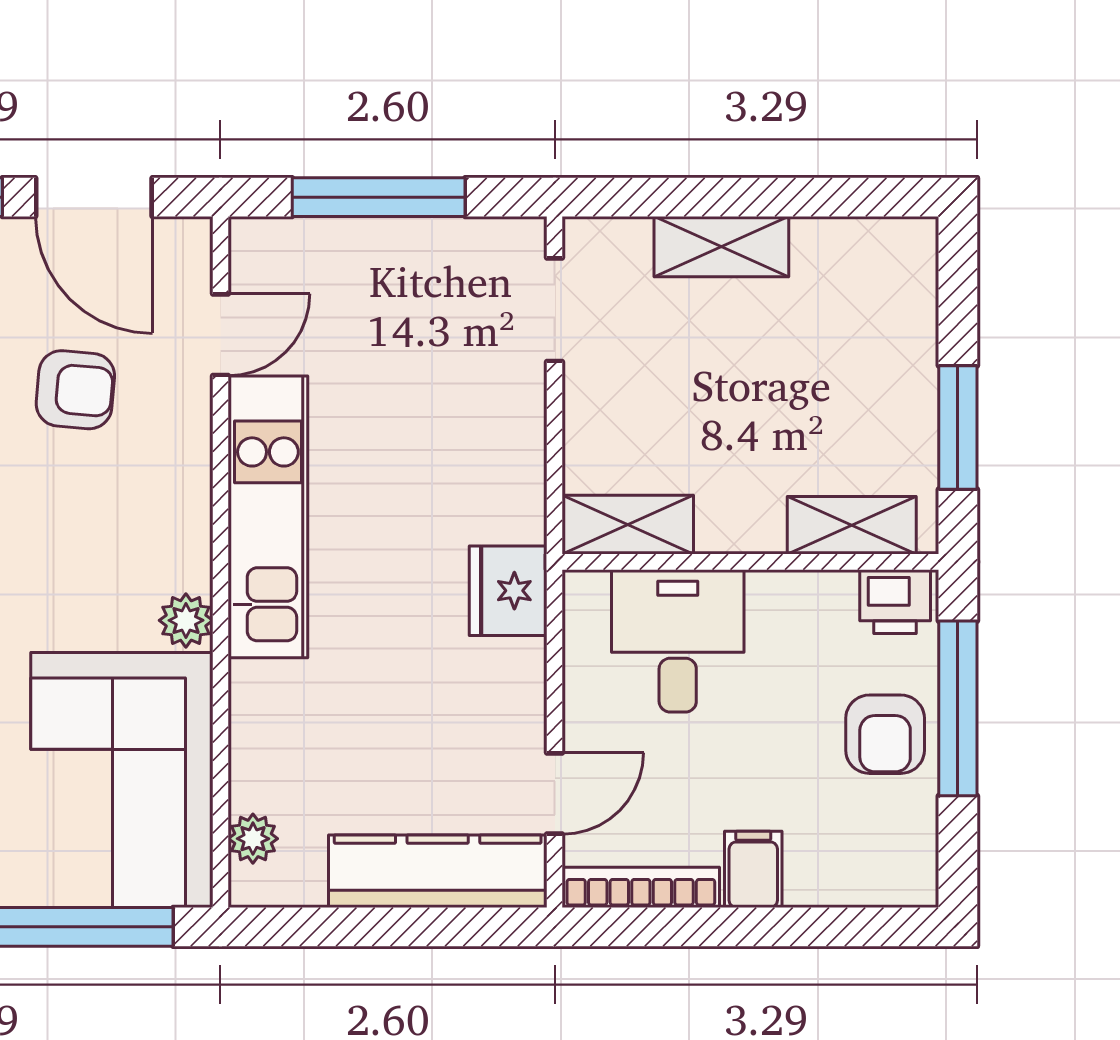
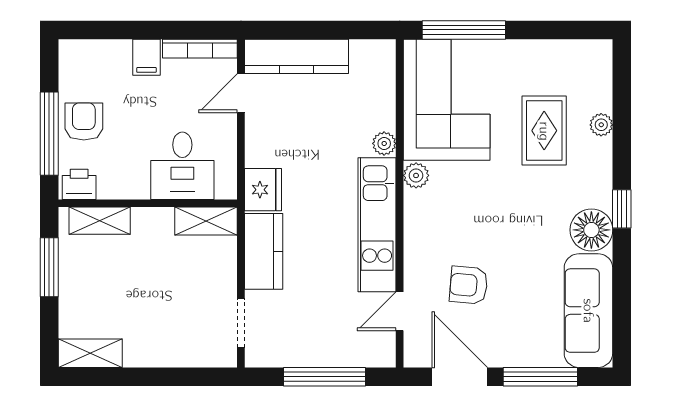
shelving: (721, 247) -> (90, 353), moved
kitchen counter: (507, 461) -> (264, 251), added
plant: (253, 839) -> (384, 143), moved

